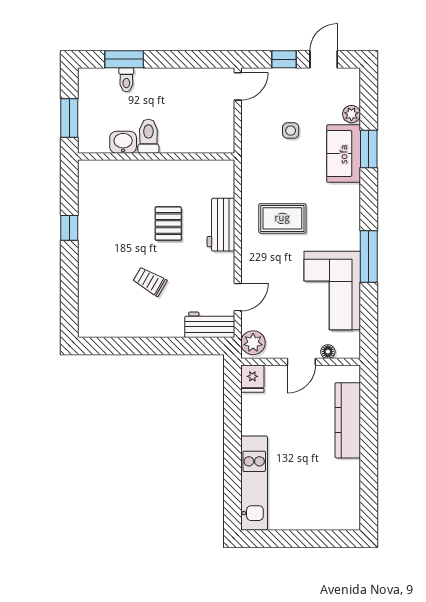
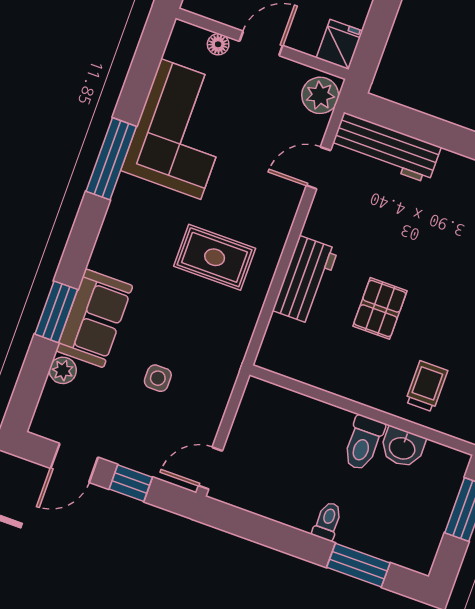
toilet: (126, 80) -> (328, 521), moved
trolley: (150, 281) -> (426, 386), moved, turned -120
workbench: (210, 325) -> (386, 148), width x1.38

